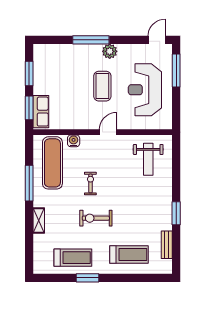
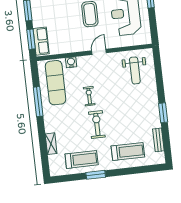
exercise bike: (96, 218) -> (97, 124), turned 90
shelving: (39, 221) -> (51, 144), moved

